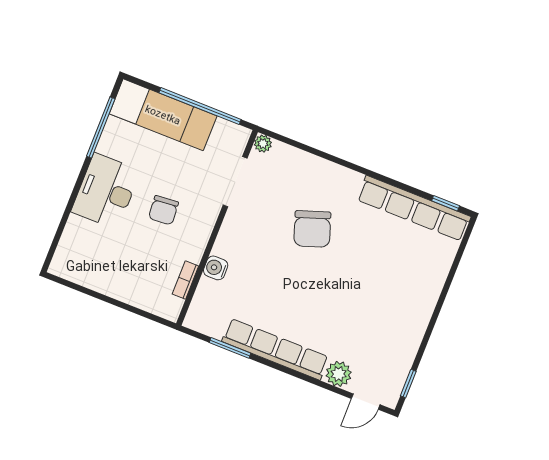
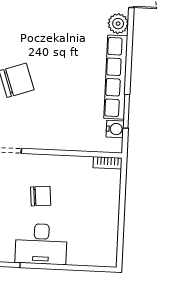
water cooler: (216, 268) -> (115, 129), moved, turned -90
bookcase: (185, 280) -> (108, 163), moved

